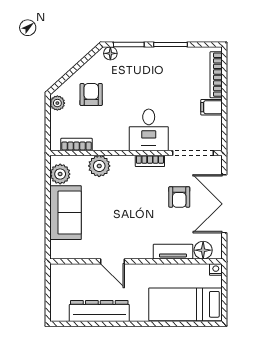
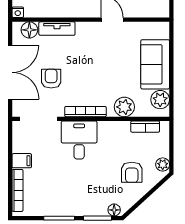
bookcase: (150, 161) -> (85, 112), width x1.56

